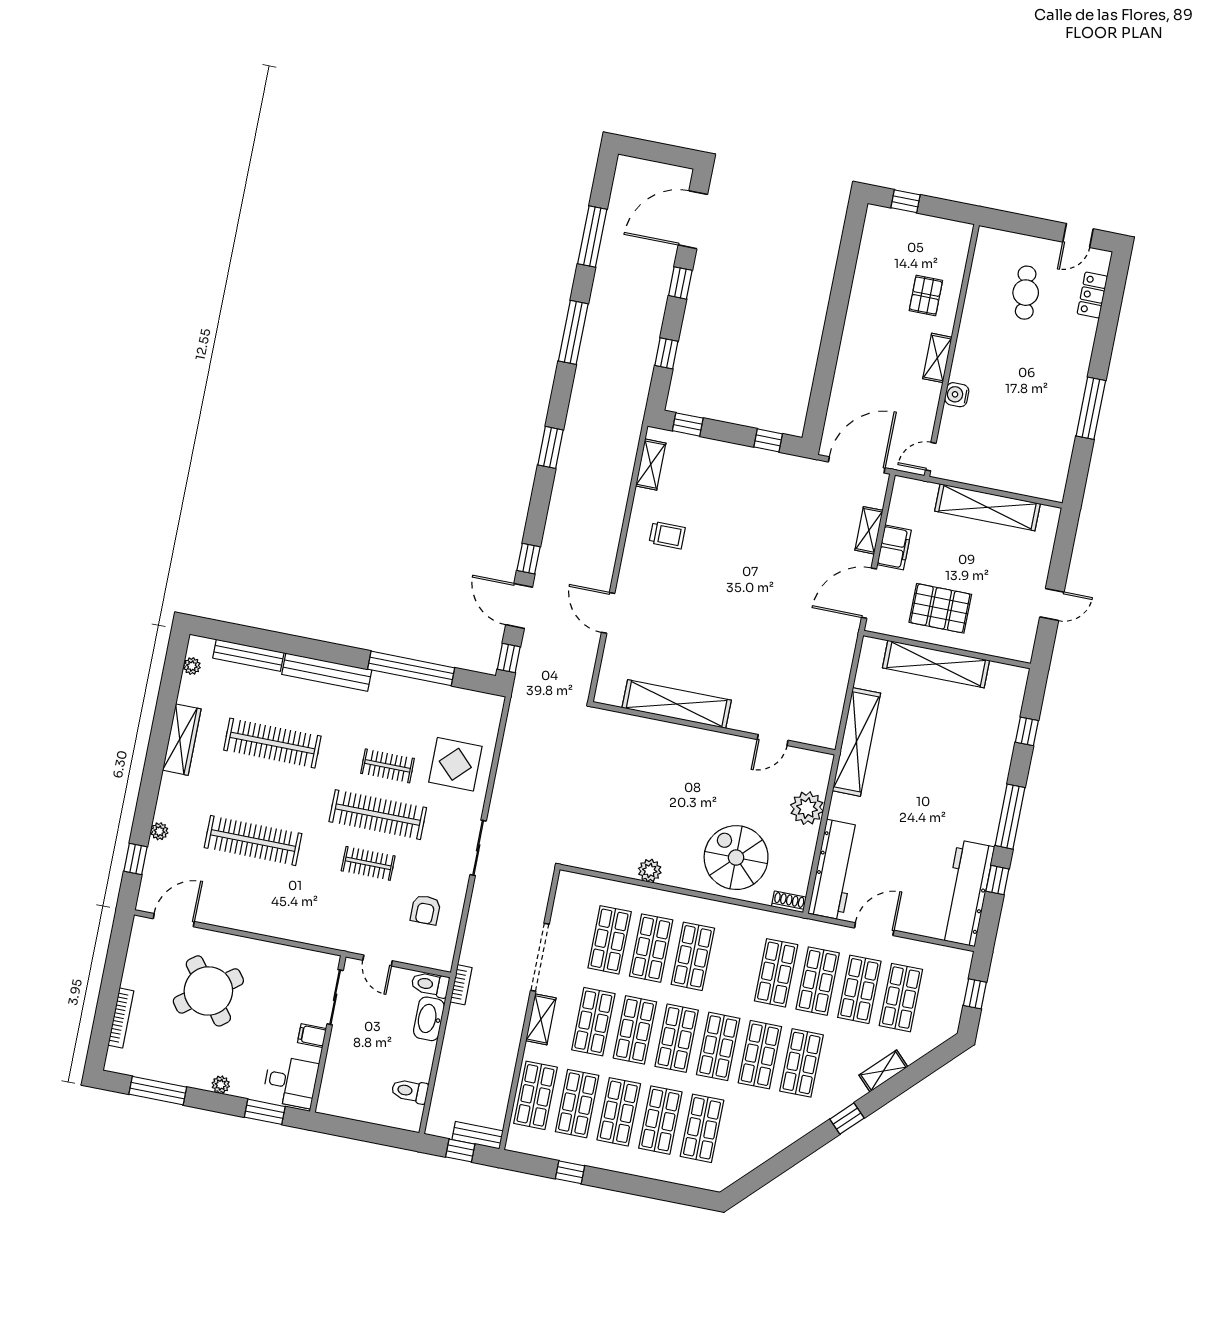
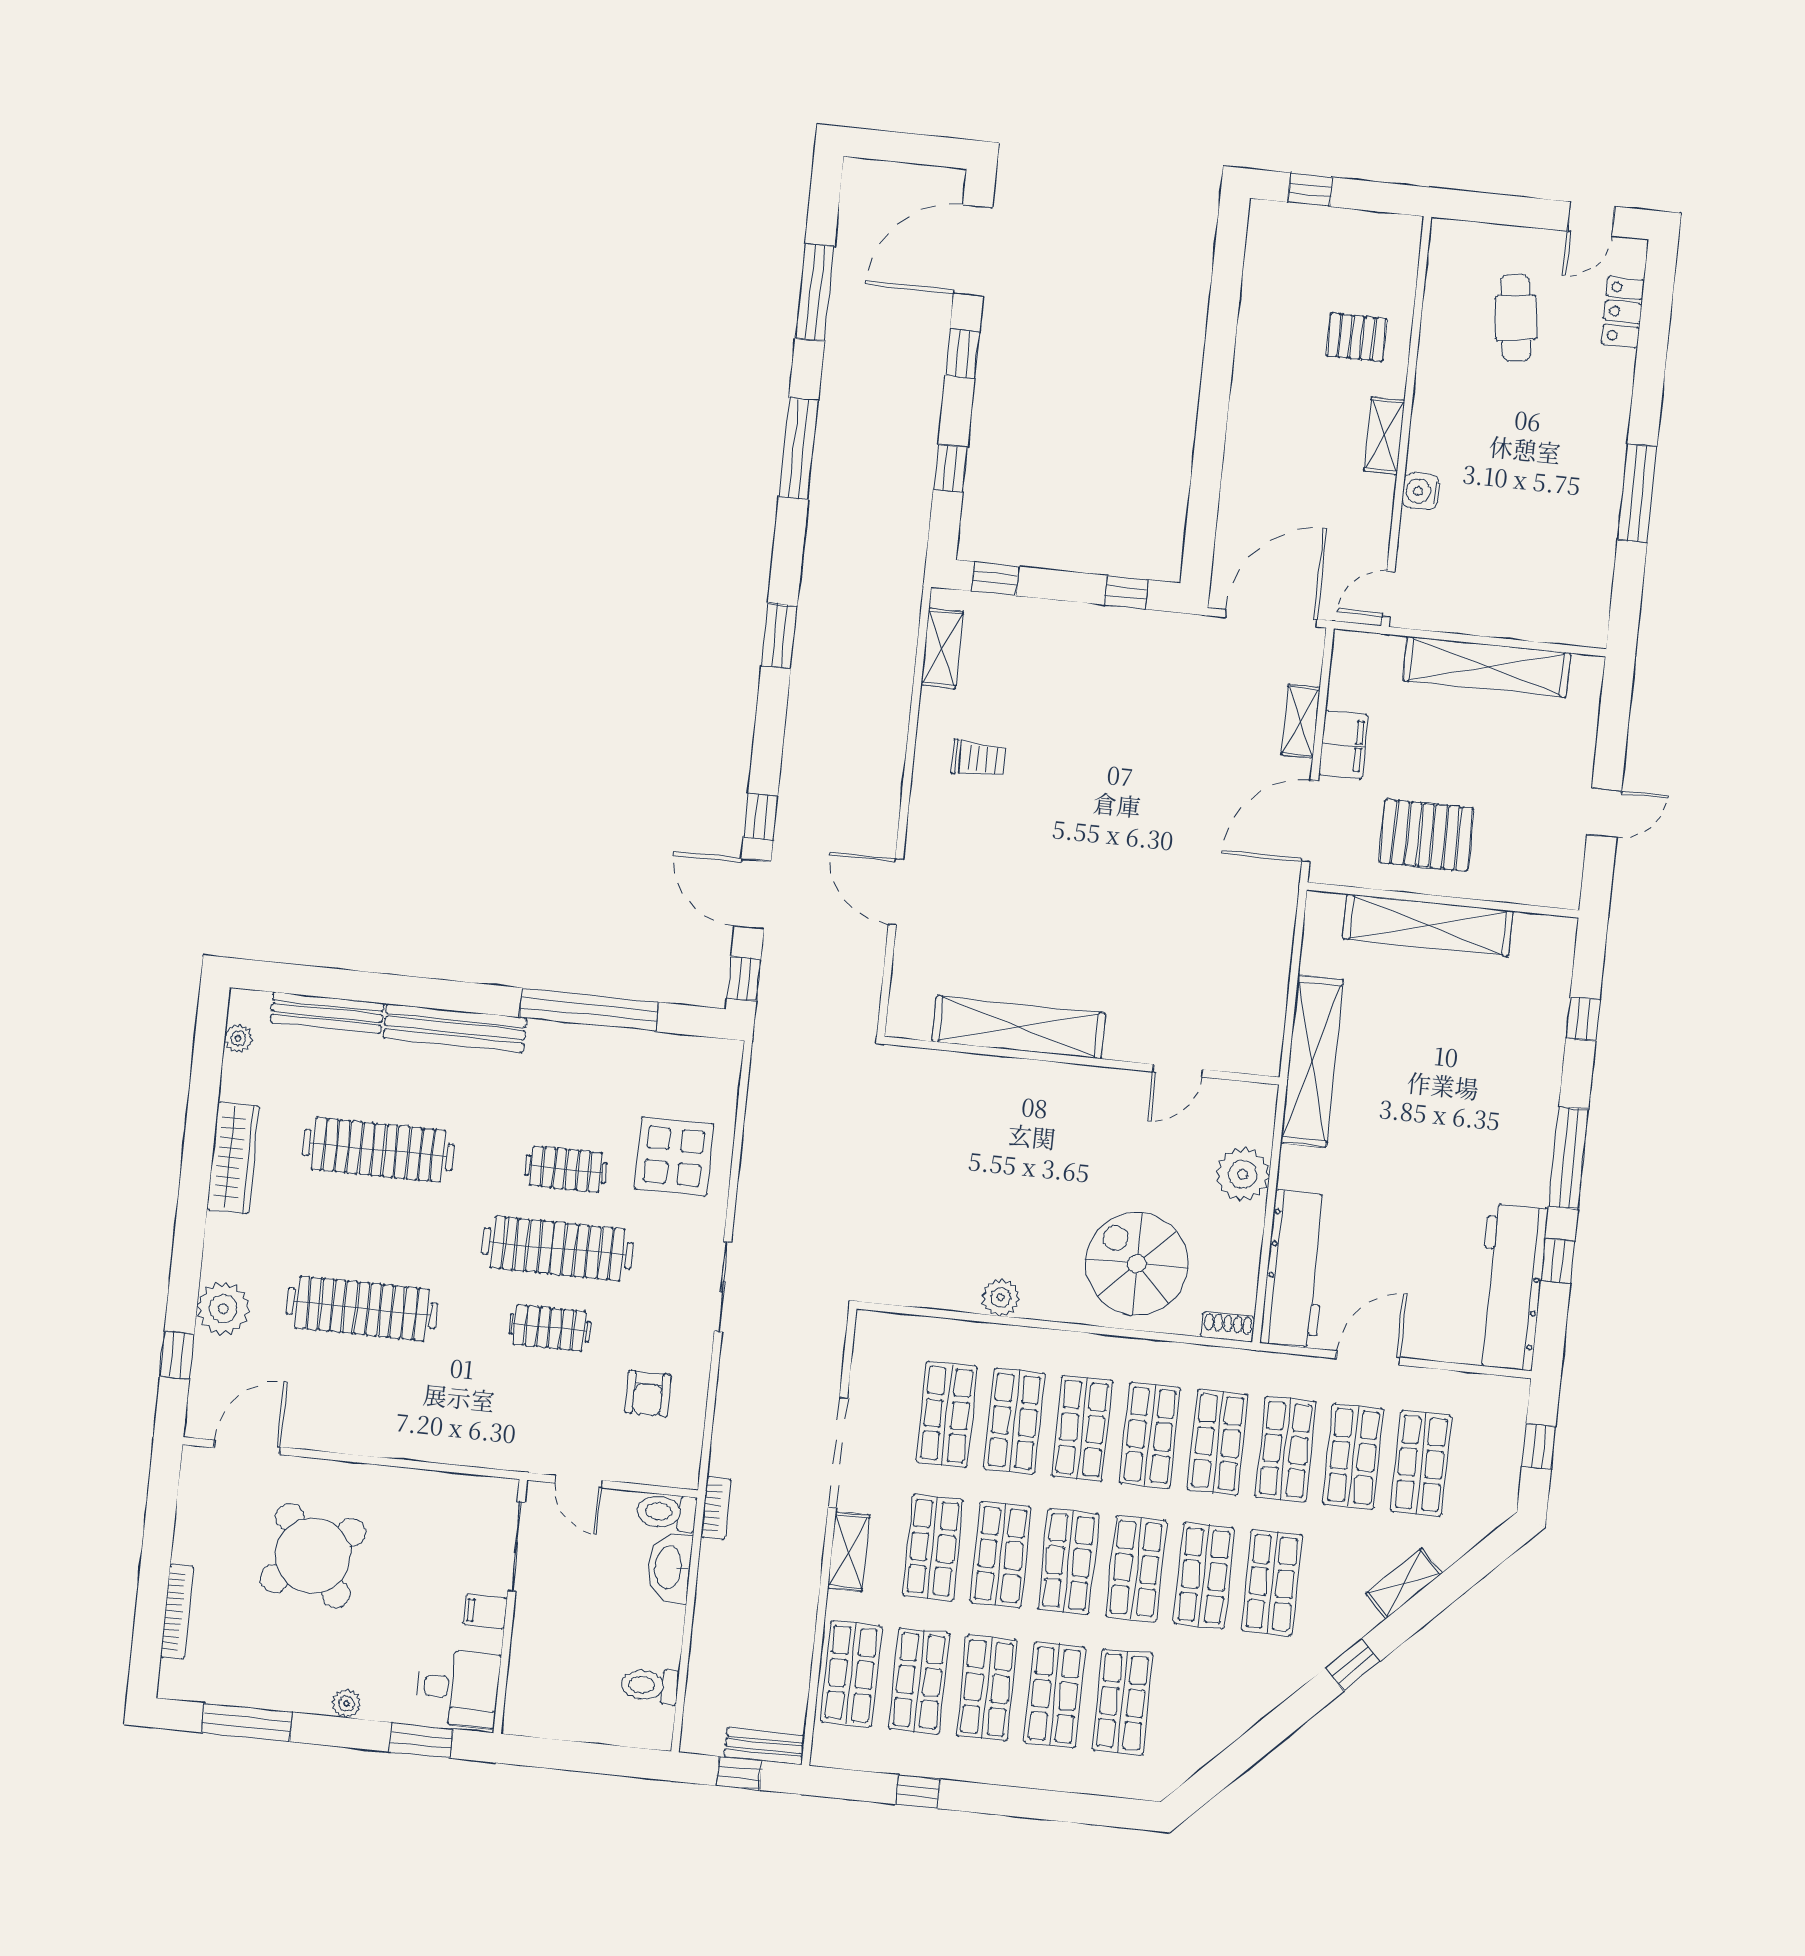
pallet: (926, 295) -> (1357, 337), turned 90
plant: (159, 831) -> (223, 1309), width x1.87, depth x1.87
shop shelf: (734, 965) -> (1150, 1435), added

